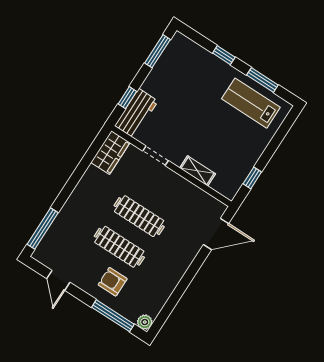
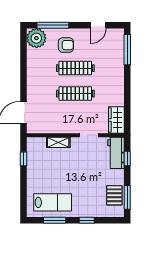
pallet: (171, 64) -> (114, 195), added
door: (58, 280) -> (98, 25), swing flipped
plant: (145, 322) -> (36, 38), width x1.87, depth x1.87

